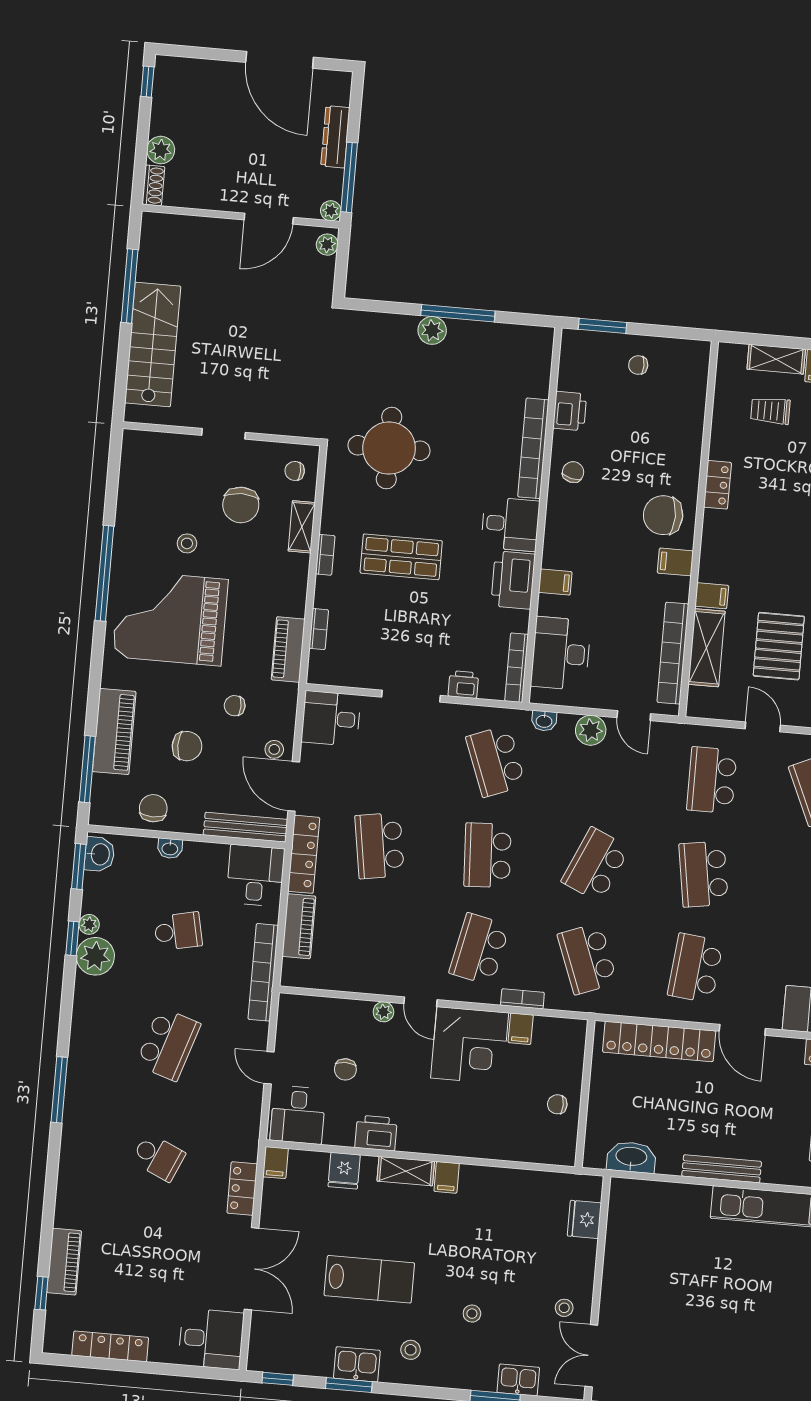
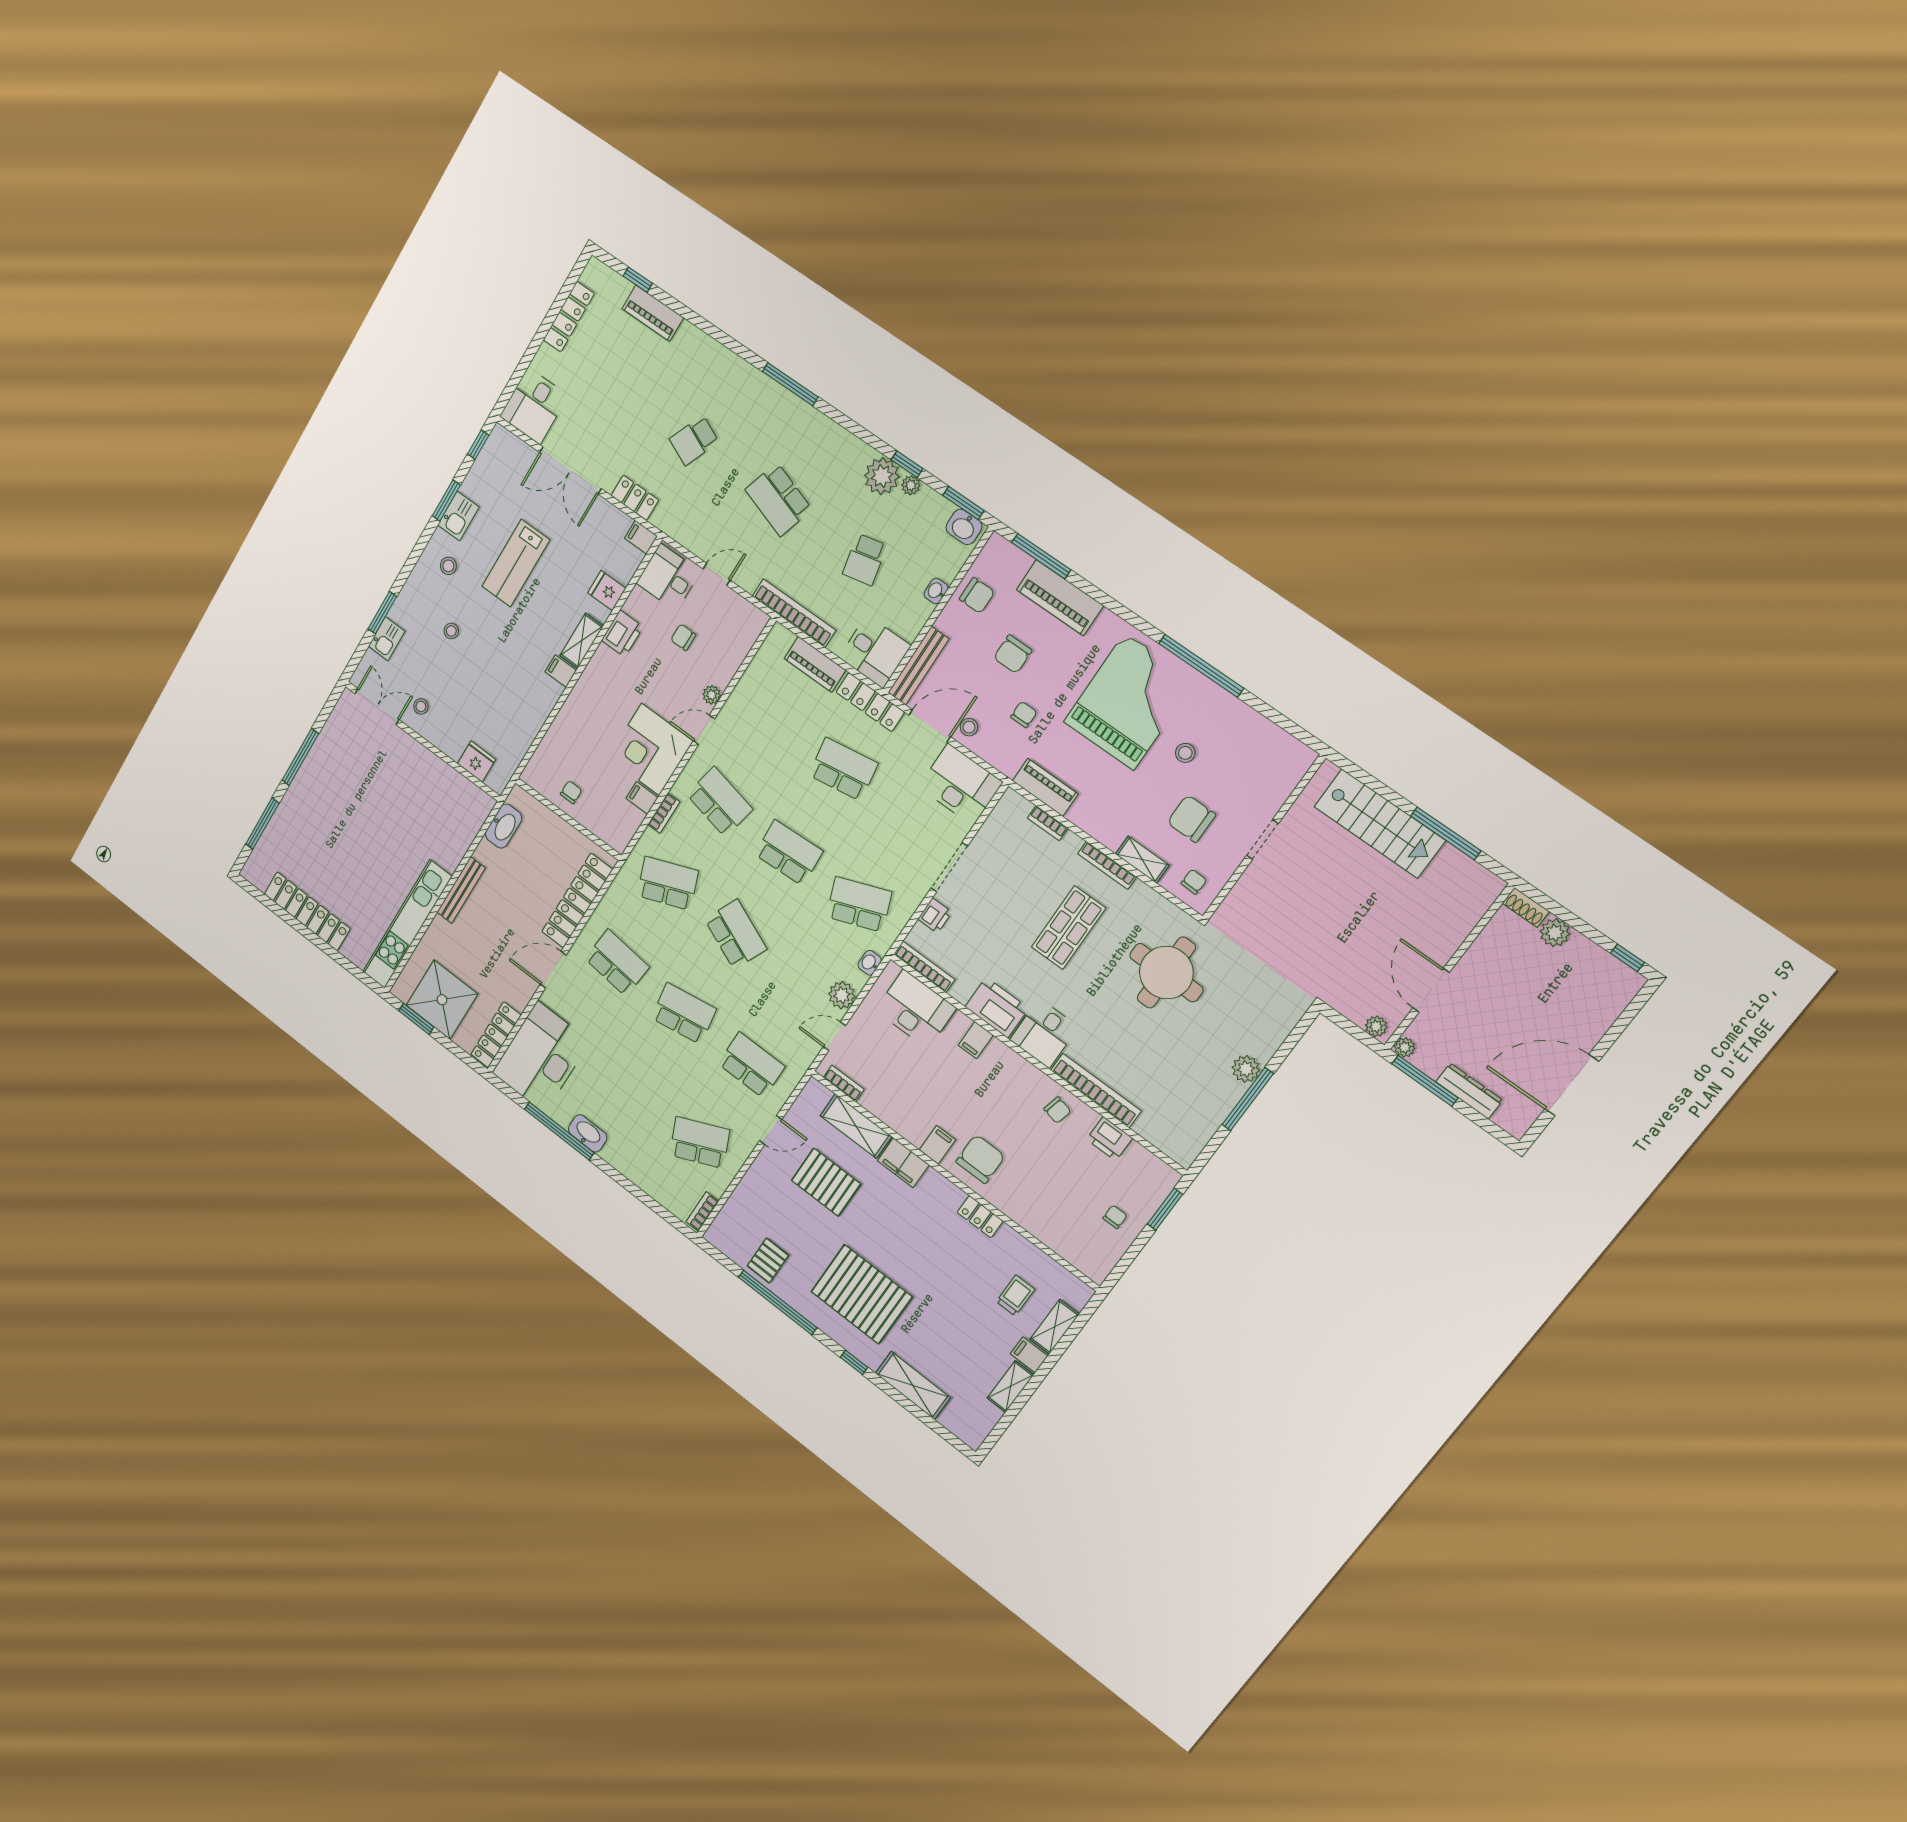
bookcase: (325, 555) -> (1107, 865), width x1.56
filing cabinet: (712, 596) -> (903, 1163), width x2.00
bookcase: (673, 653) -> (844, 1083), width x0.43, depth x0.76
desk: (331, 718) -> (960, 785), width x1.37

